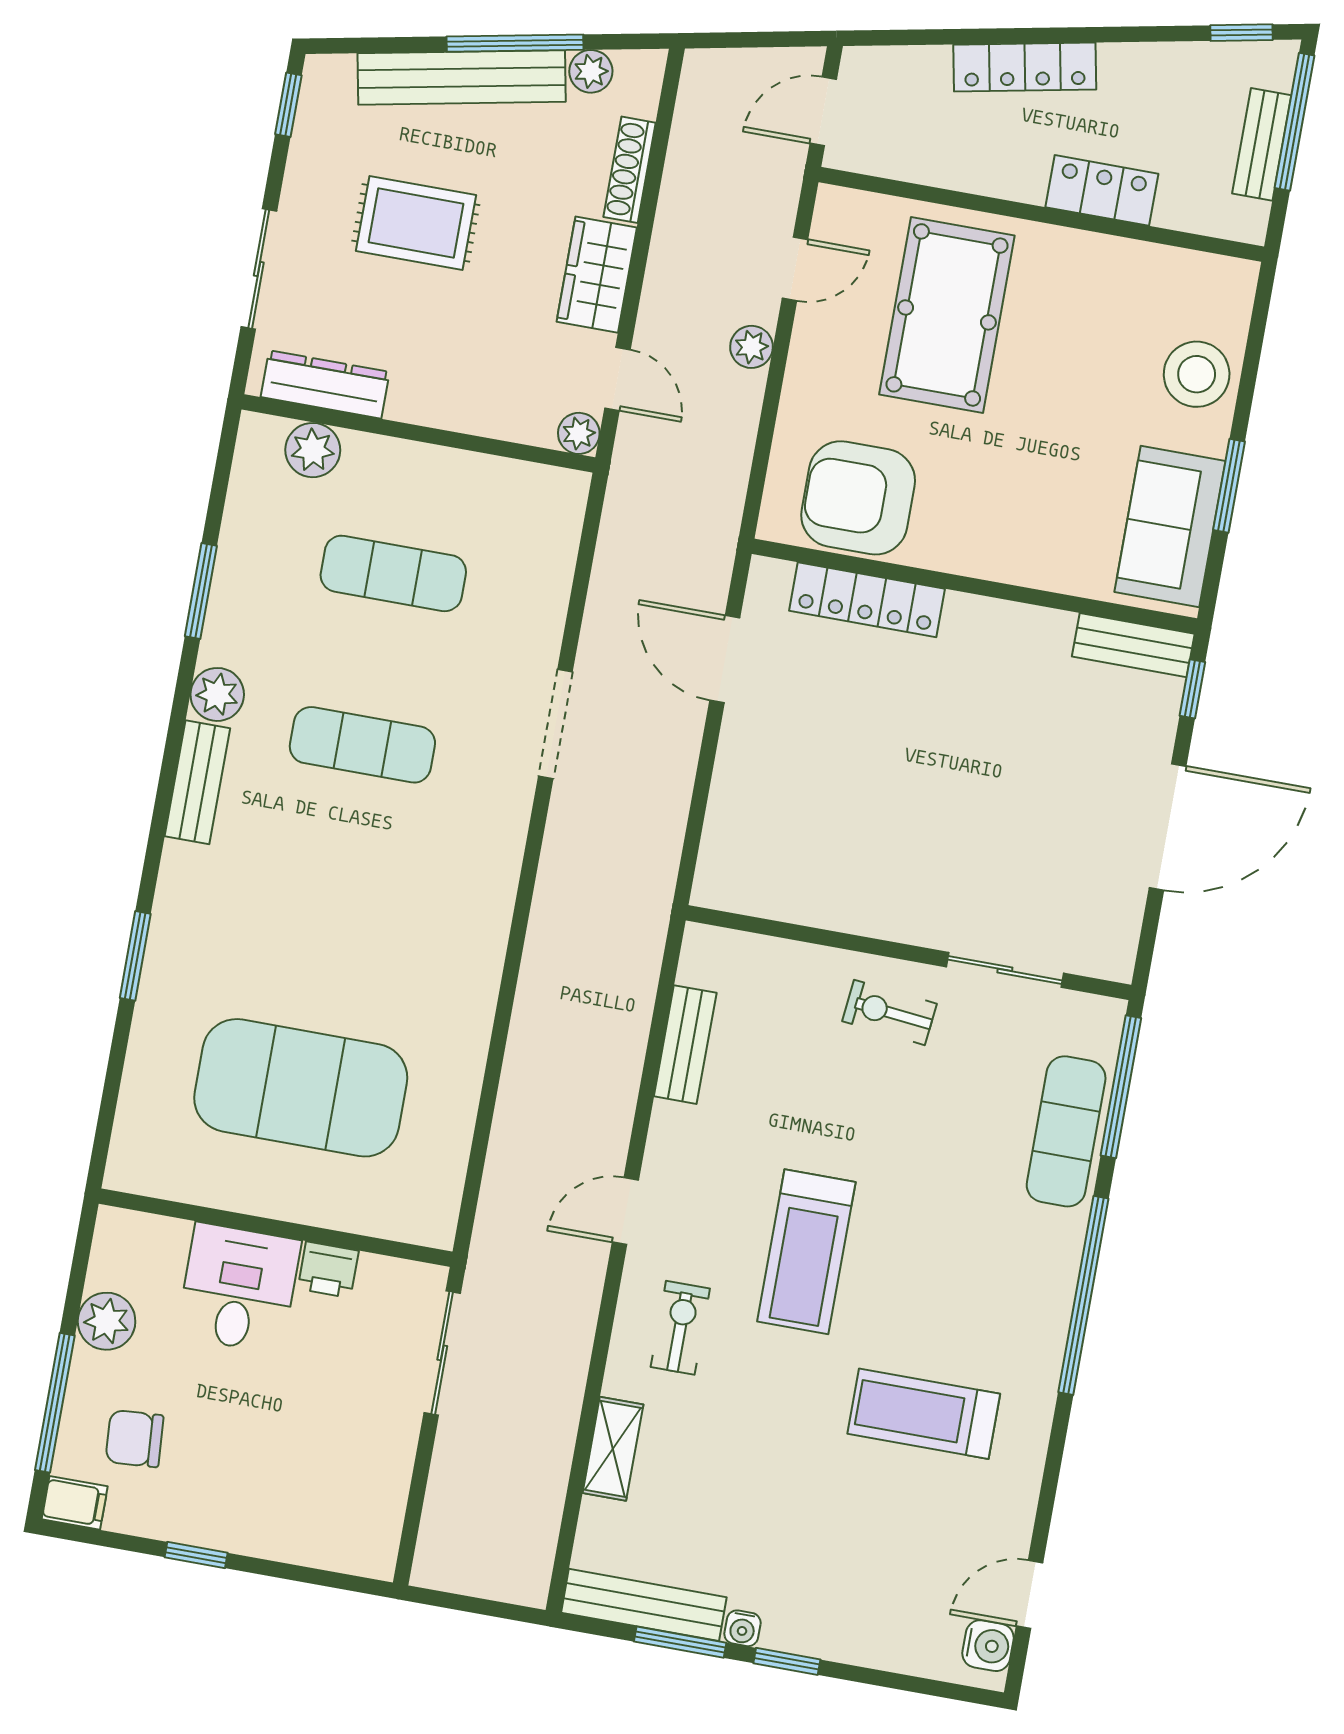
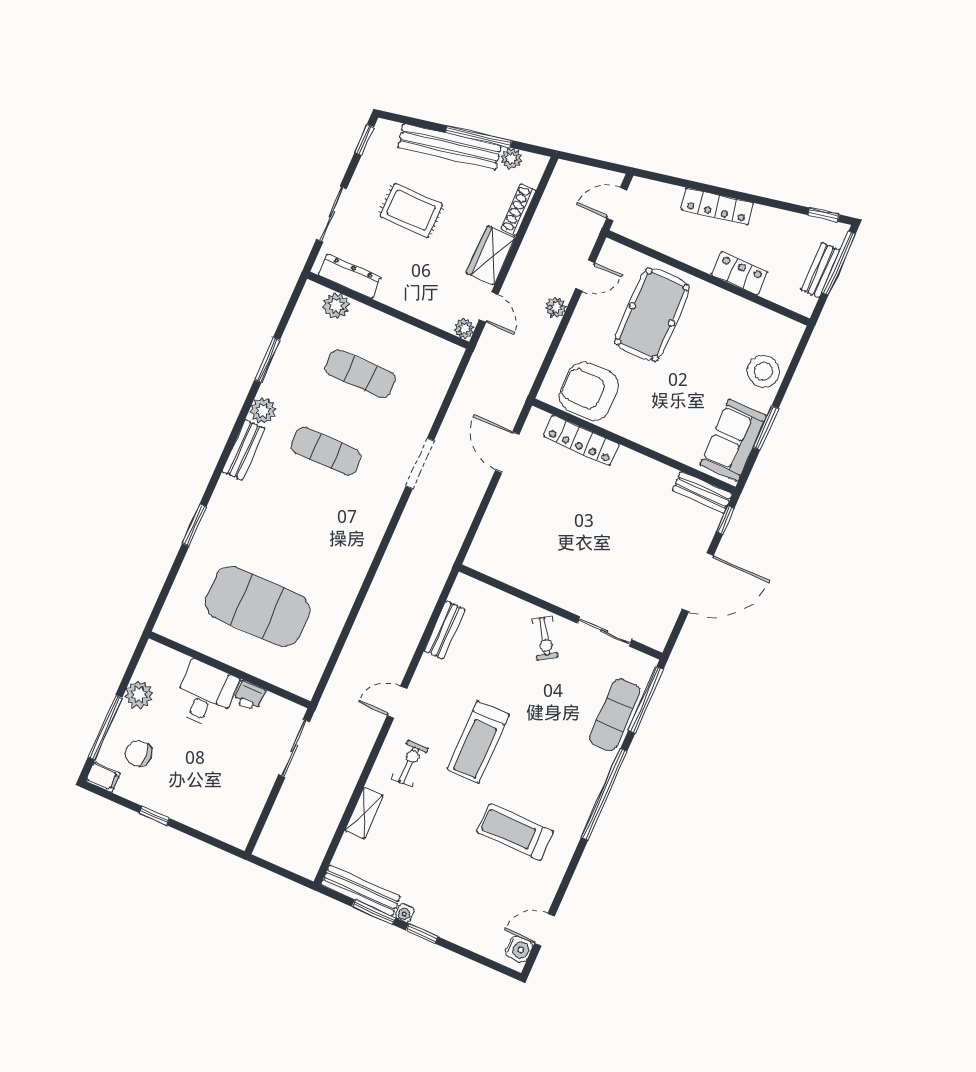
exercise bike: (889, 1012) -> (545, 638), turned -128

